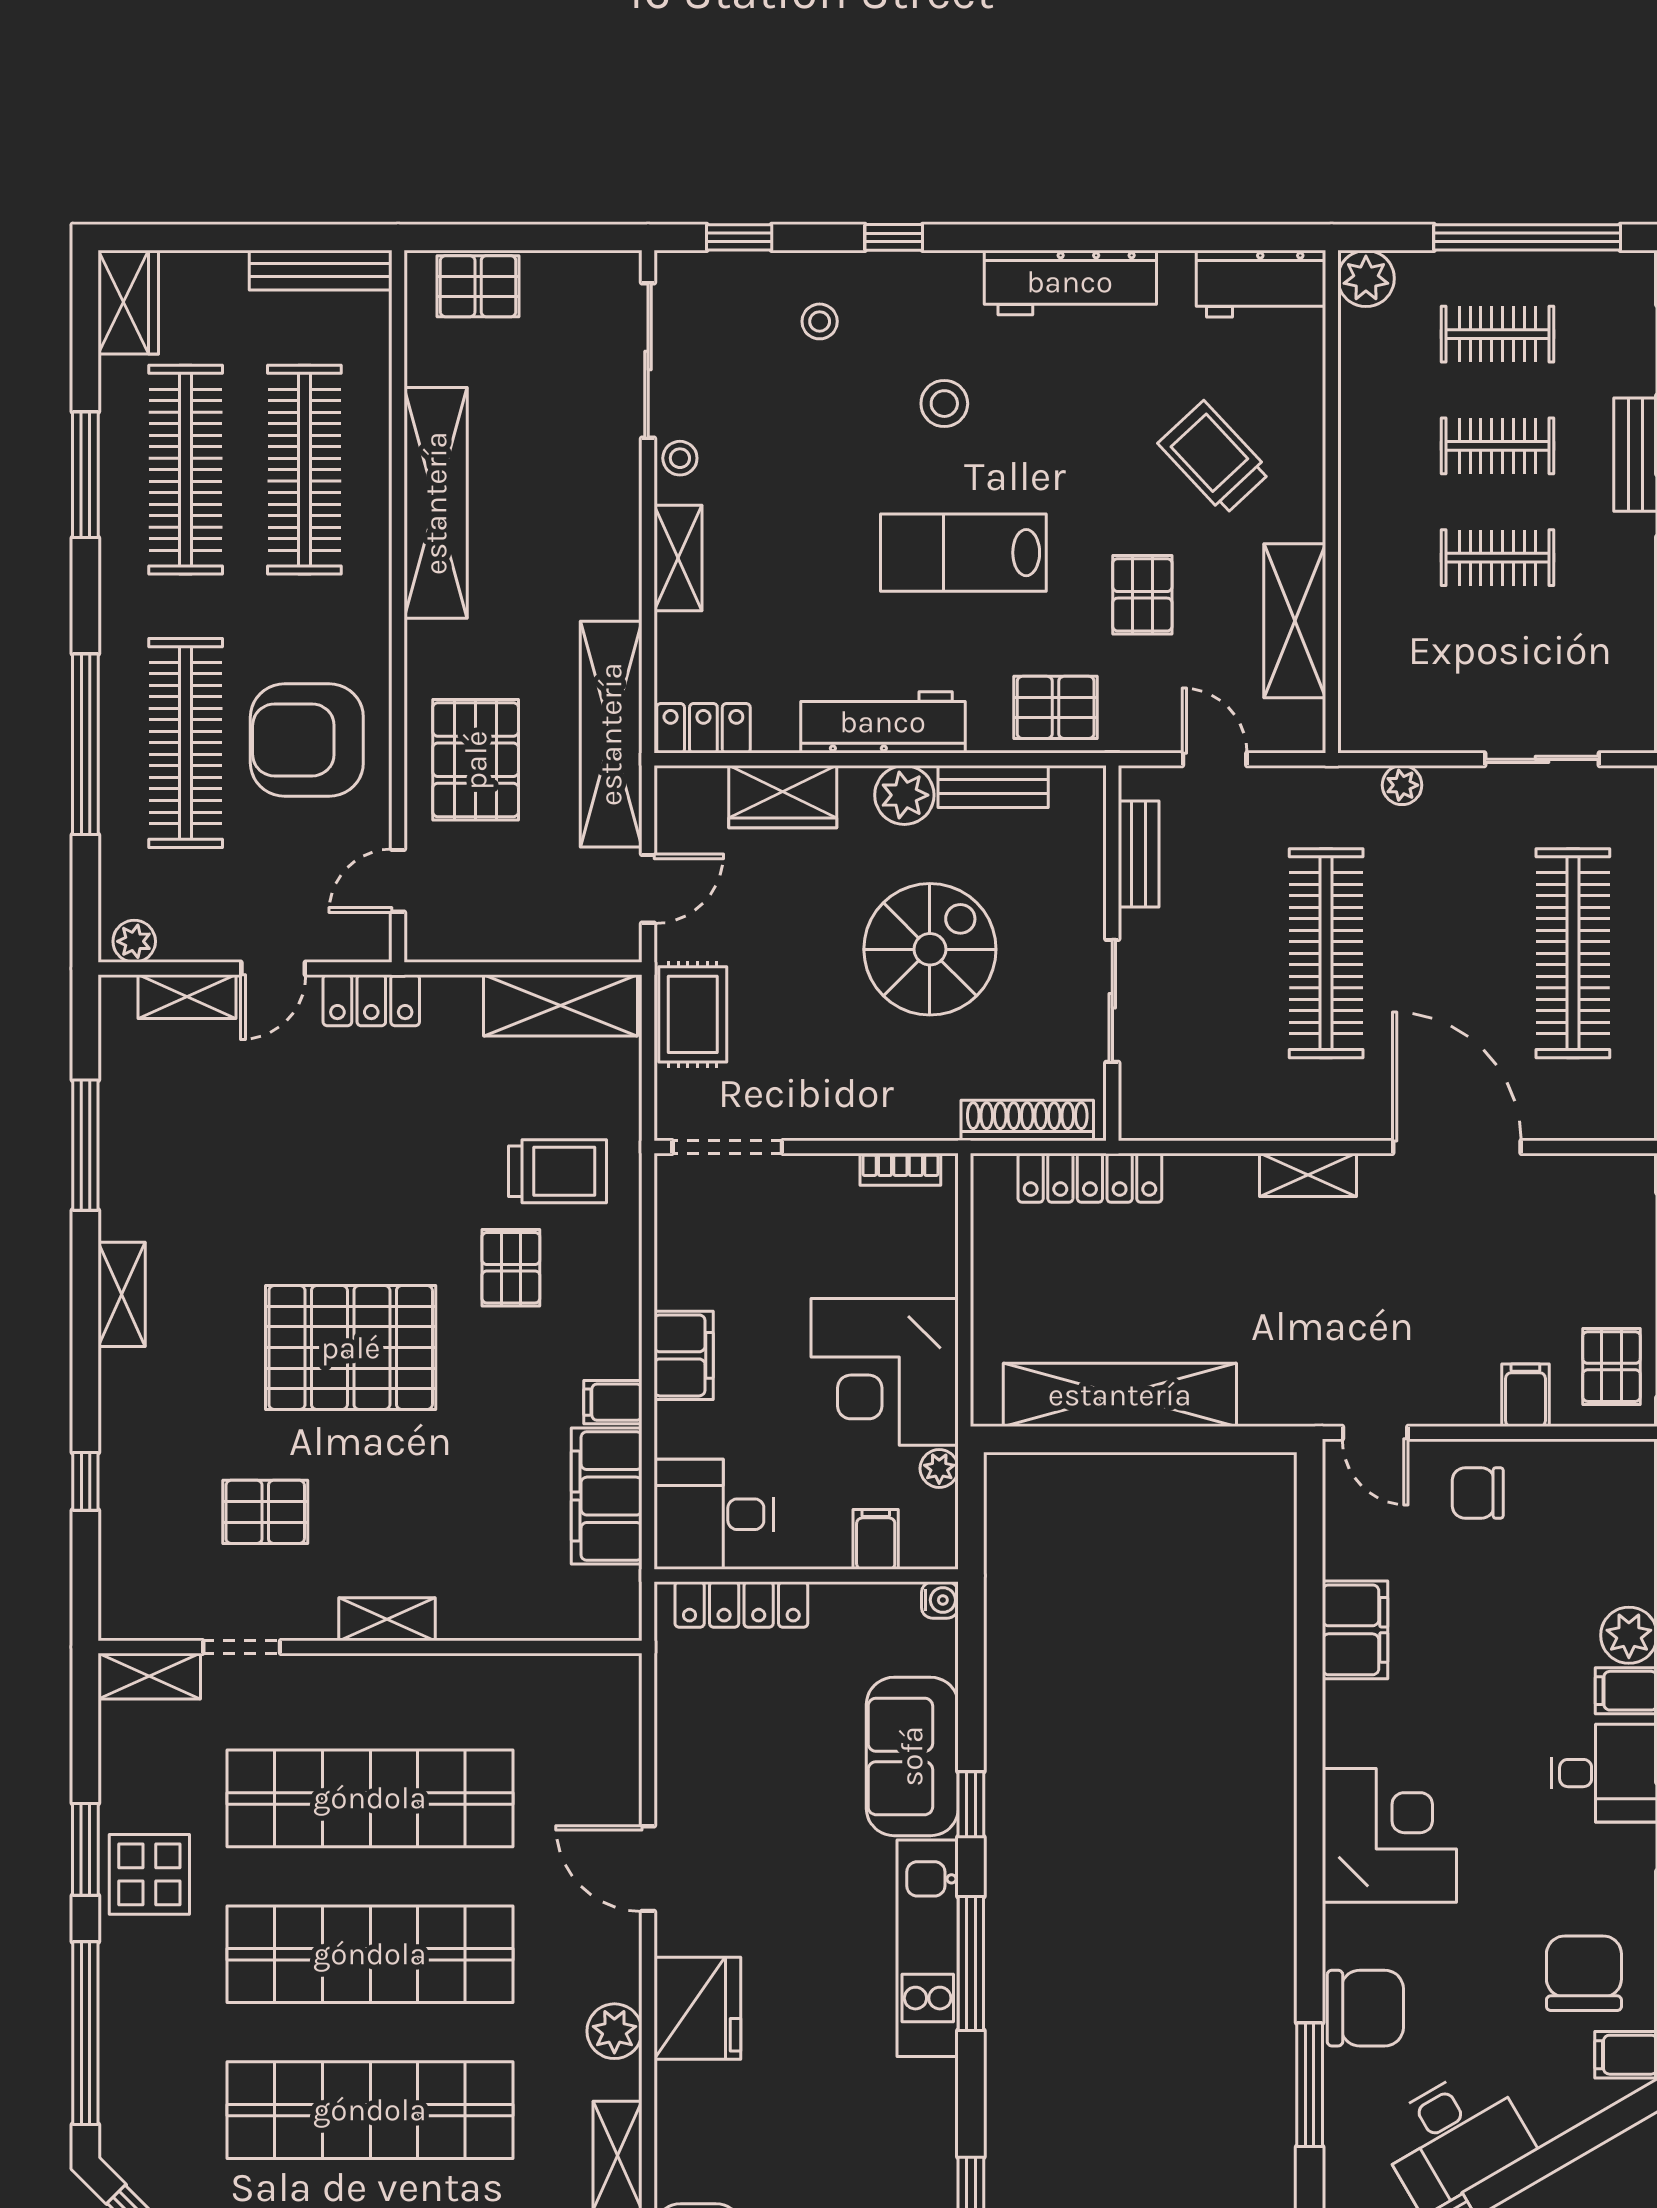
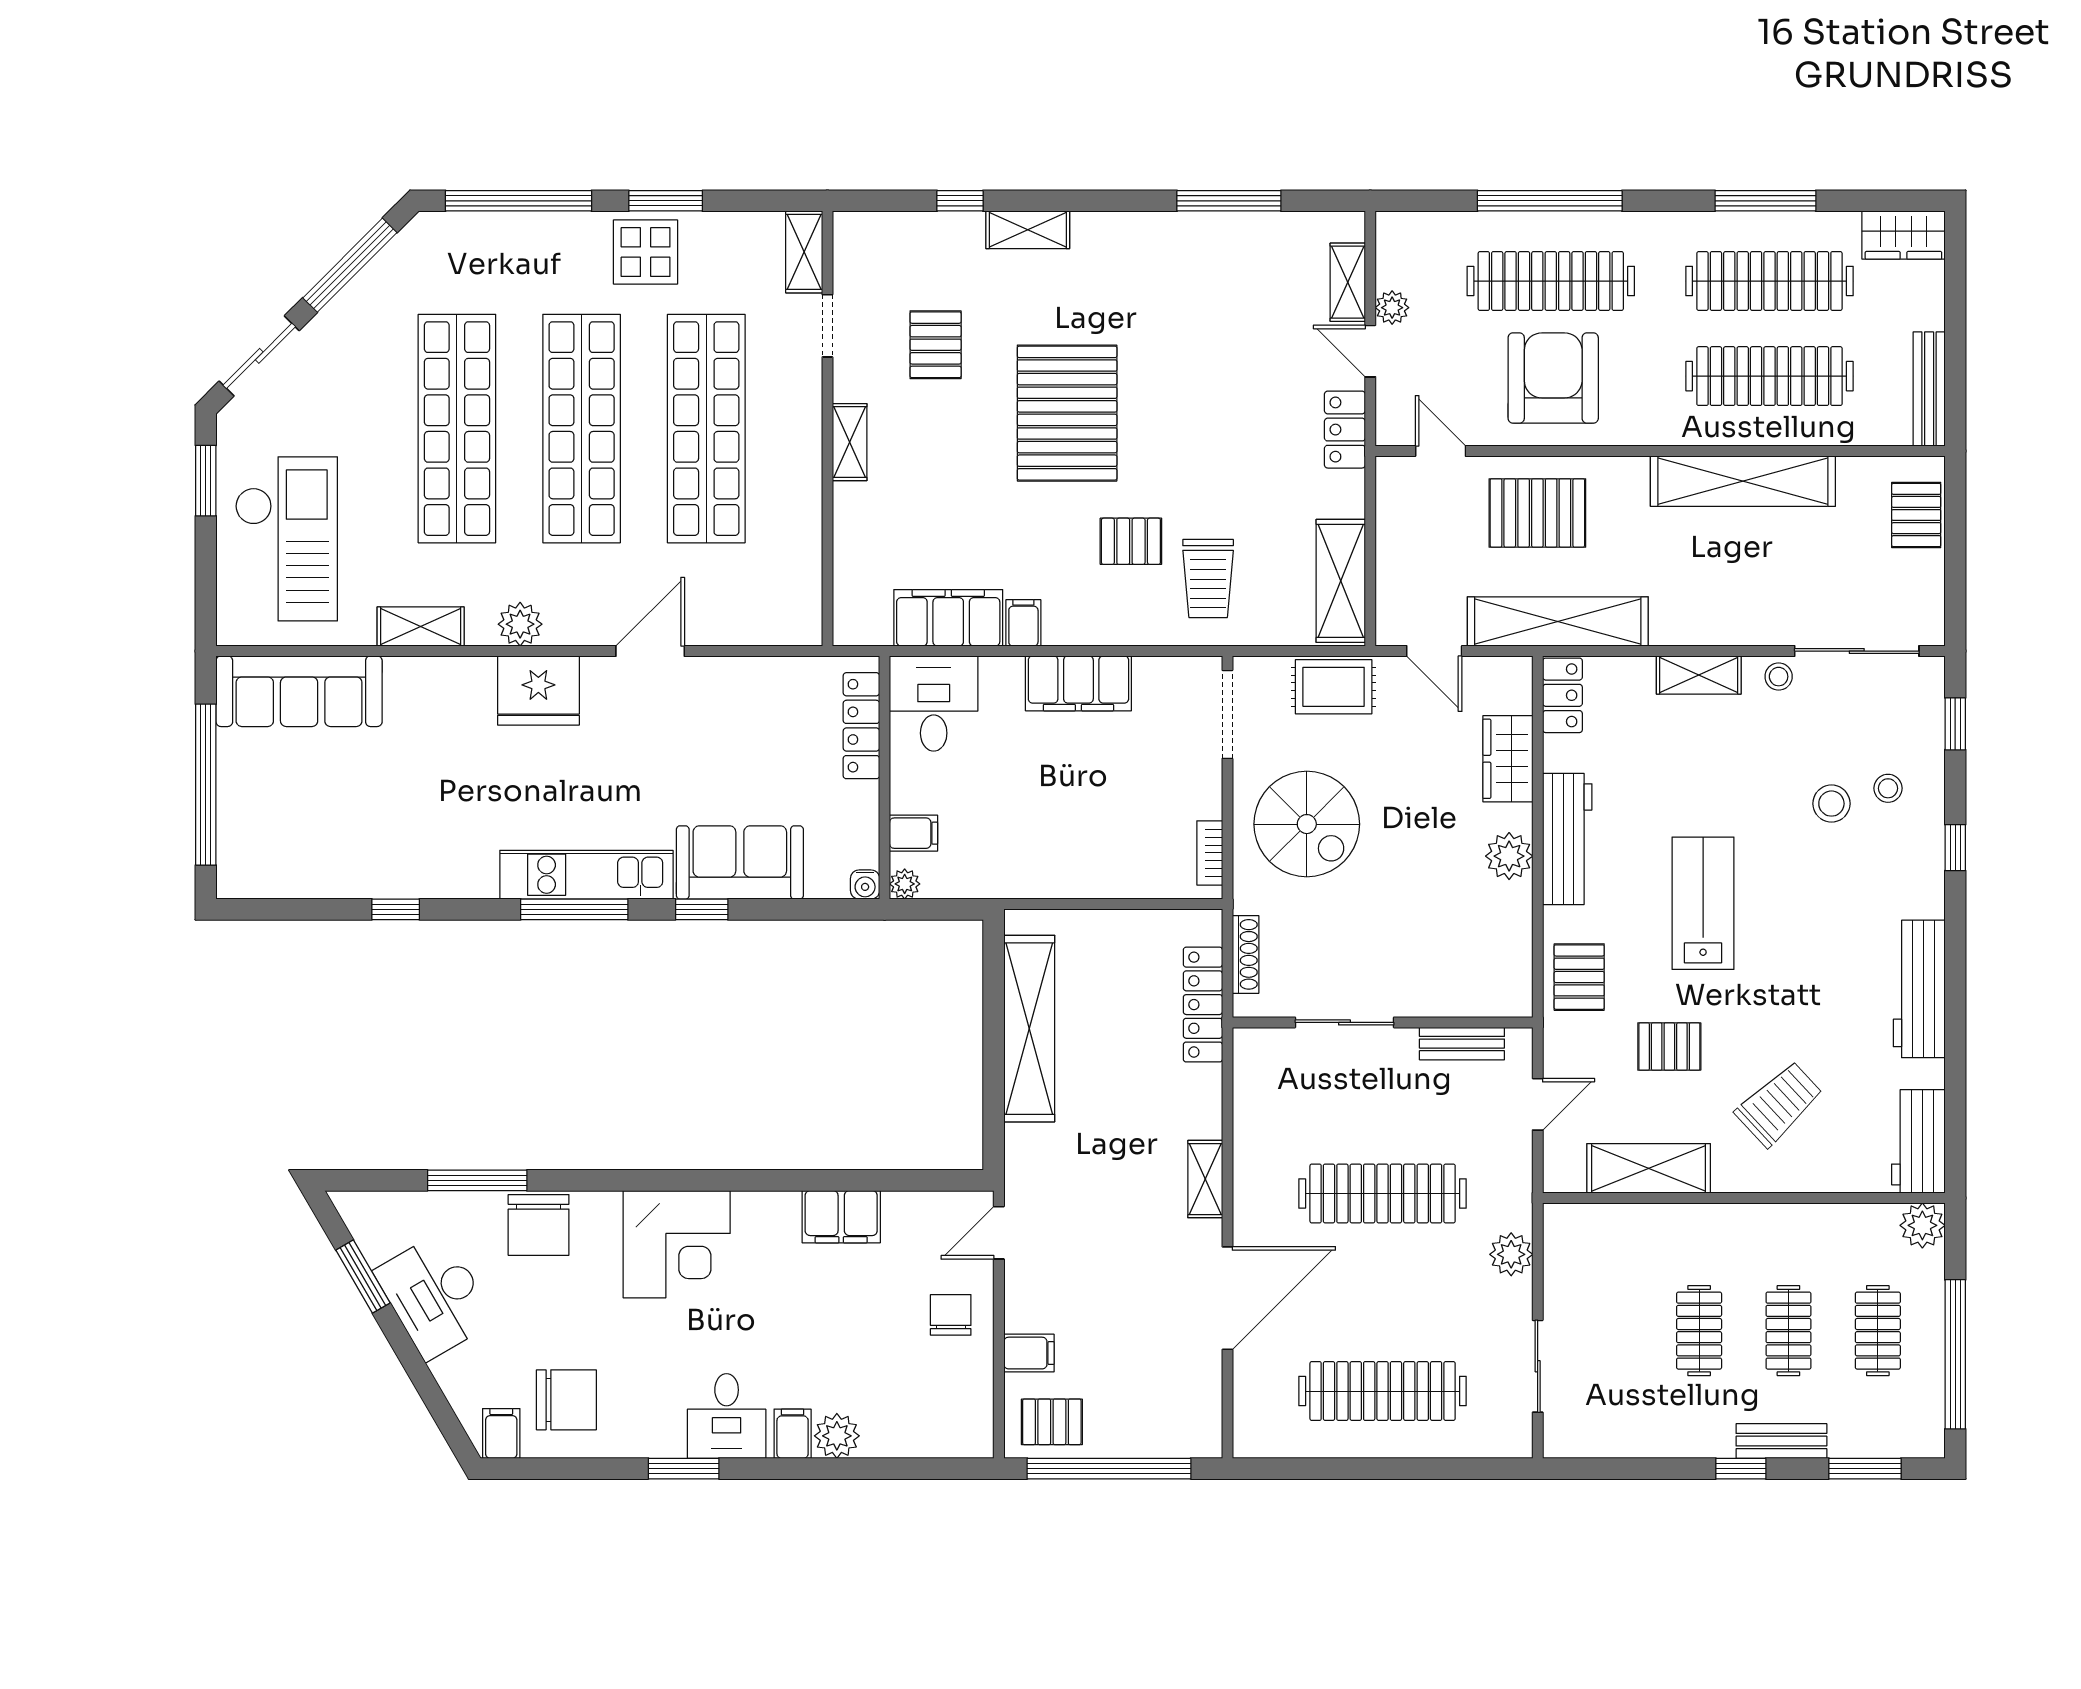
stool: (944, 404) -> (1831, 804), moved
plant: (1402, 785) -> (1511, 1254), width x1.38, depth x1.38
bench: (993, 787) -> (1516, 927), removed
plant: (134, 941) -> (1392, 308), moved
spiral stairs: (930, 949) -> (1307, 824), moved
shoe rack: (1027, 1121) -> (1246, 954), width x0.74, depth x0.81
shelving: (122, 1294) -> (1028, 230), moved
filing cabinet: (684, 1355) -> (1078, 683), width x1.50, depth x1.17
corner desk: (885, 1372) -> (1048, 840), removed
plant: (939, 1468) -> (905, 884), moved

